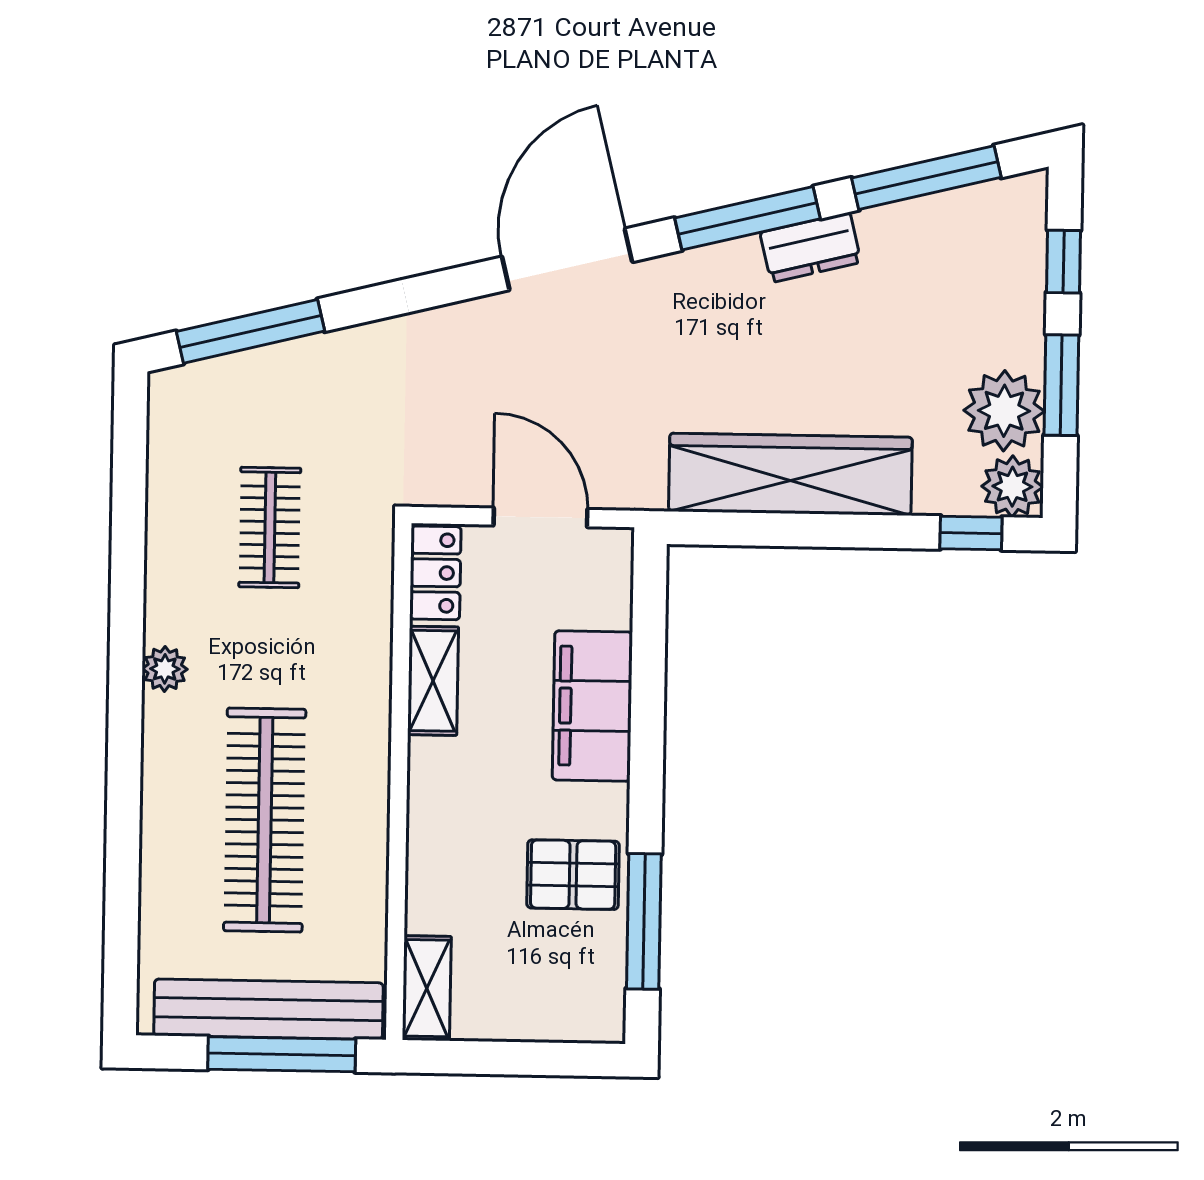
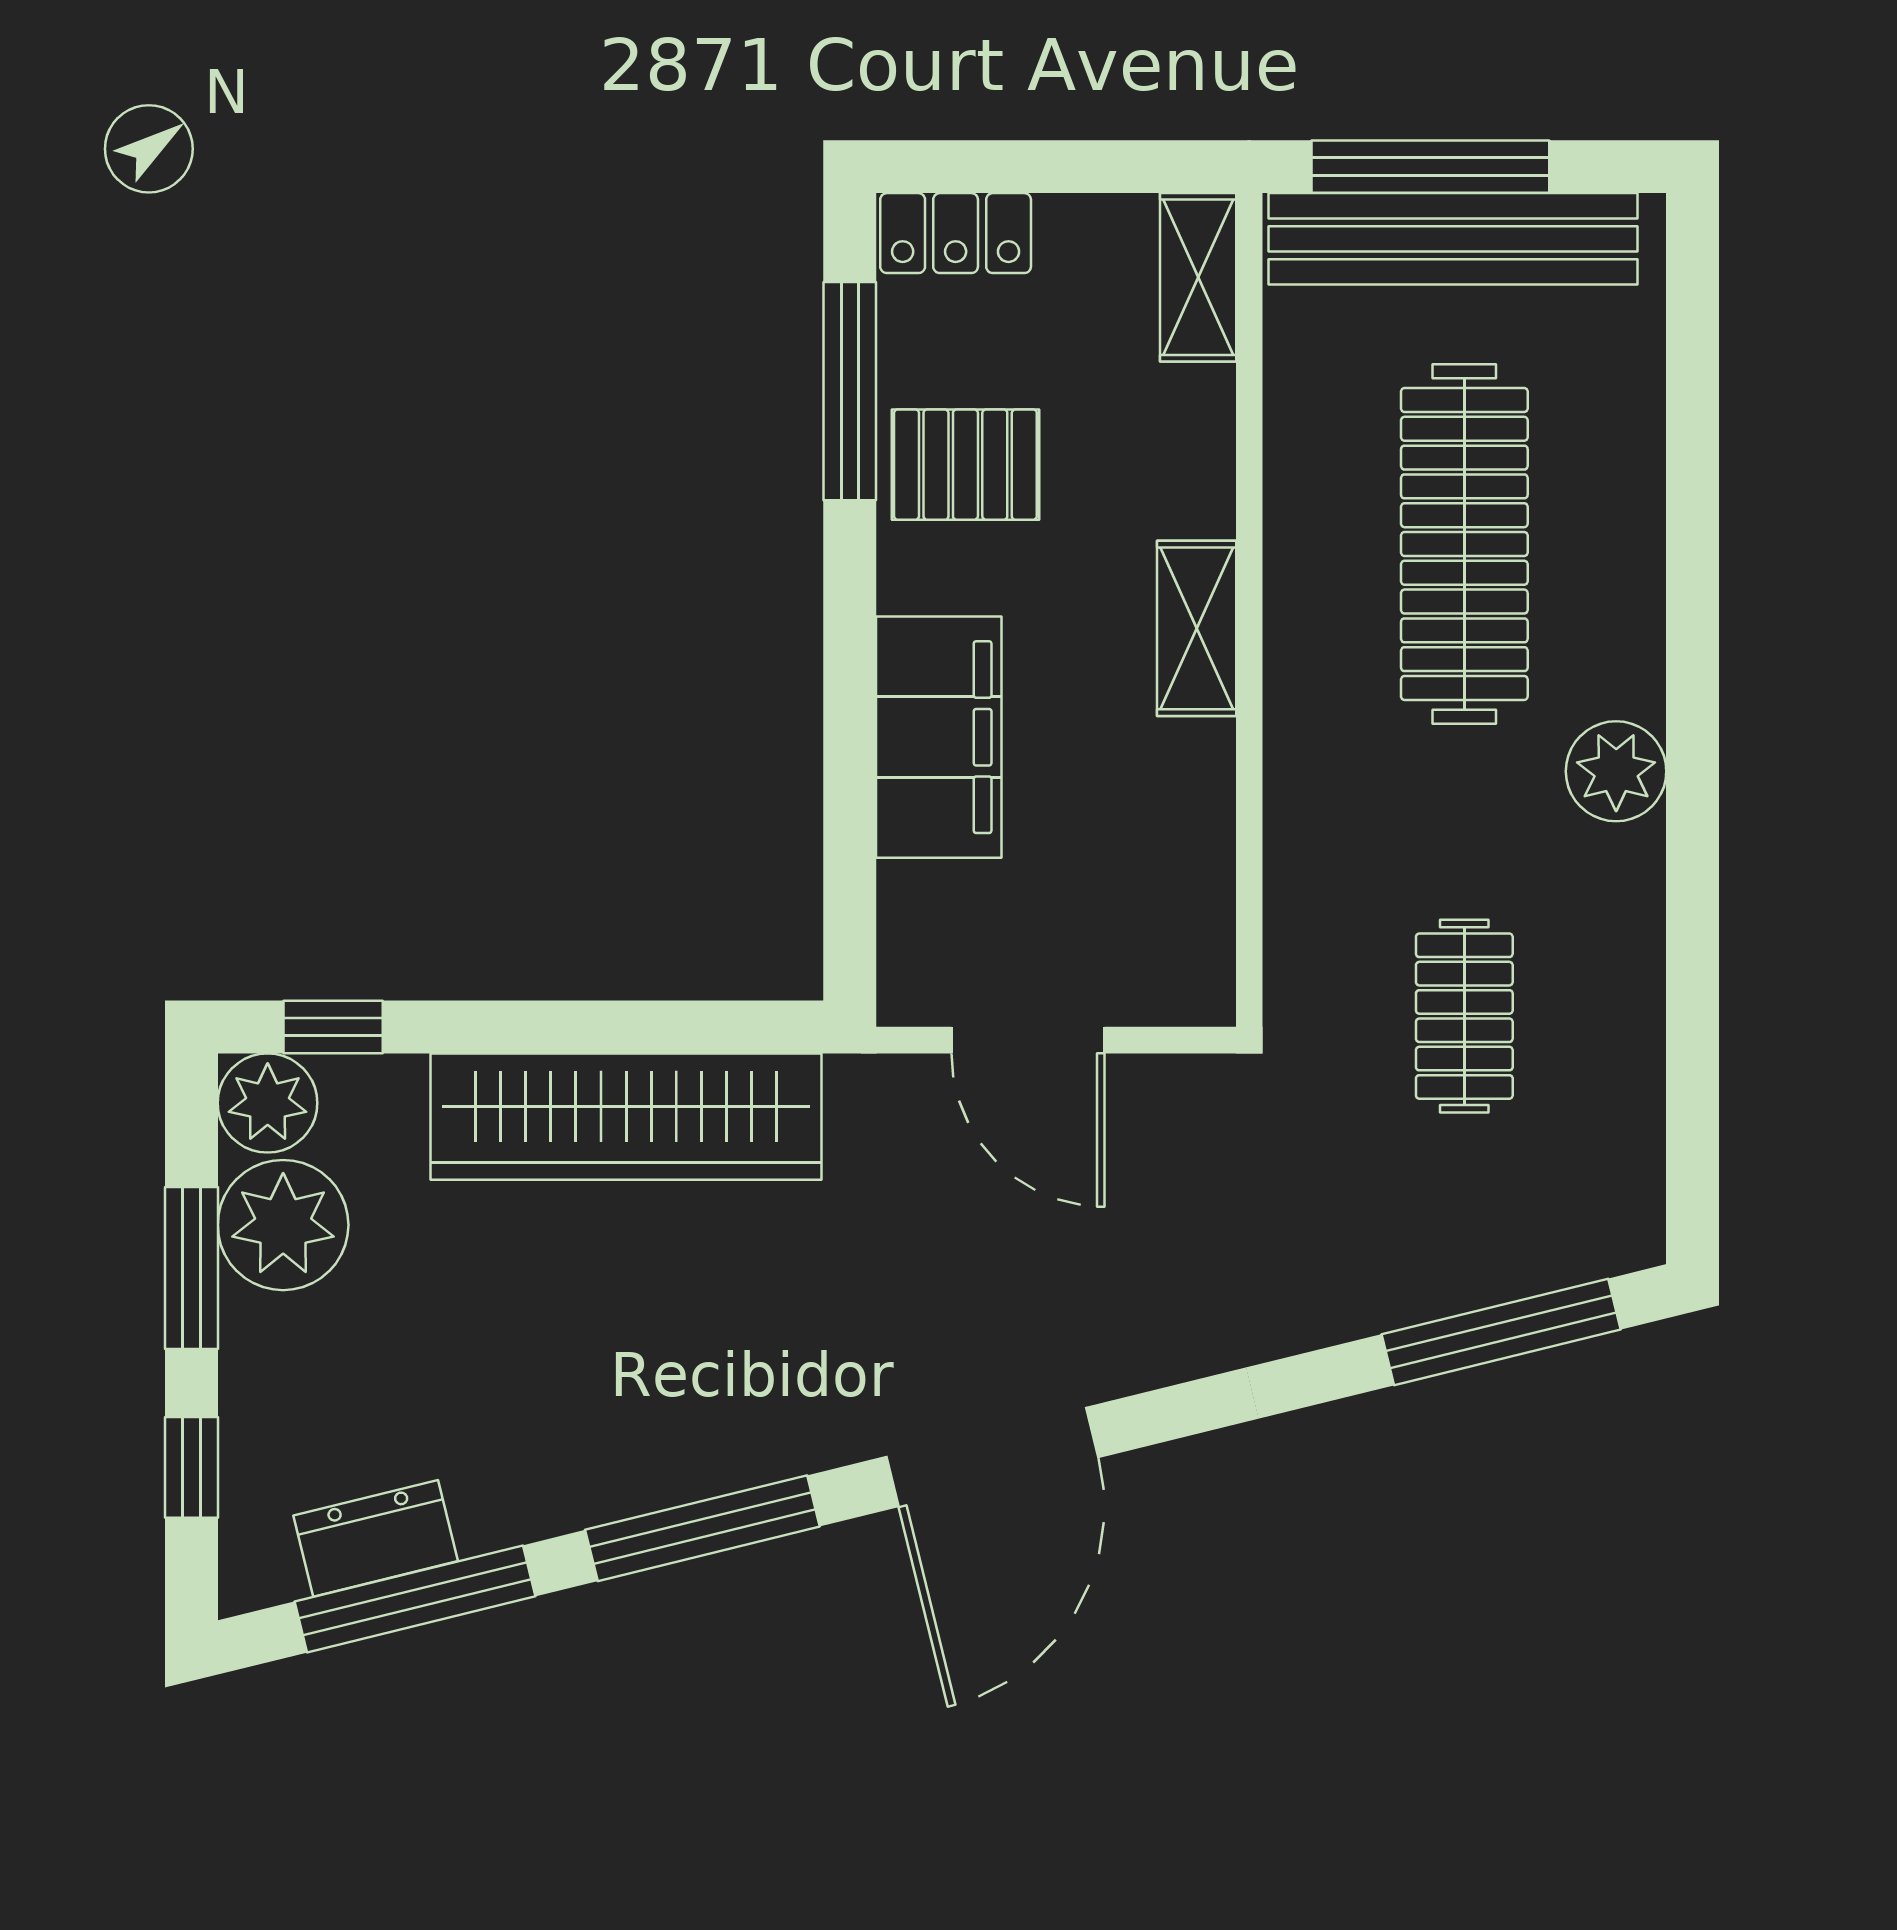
dresser: (810, 247) -> (376, 1538), moved
locker: (435, 573) -> (956, 233), moved, turned -90
plant: (165, 669) -> (1616, 771), width x1.38, depth x1.38
shelving: (433, 681) -> (1197, 628), moved

